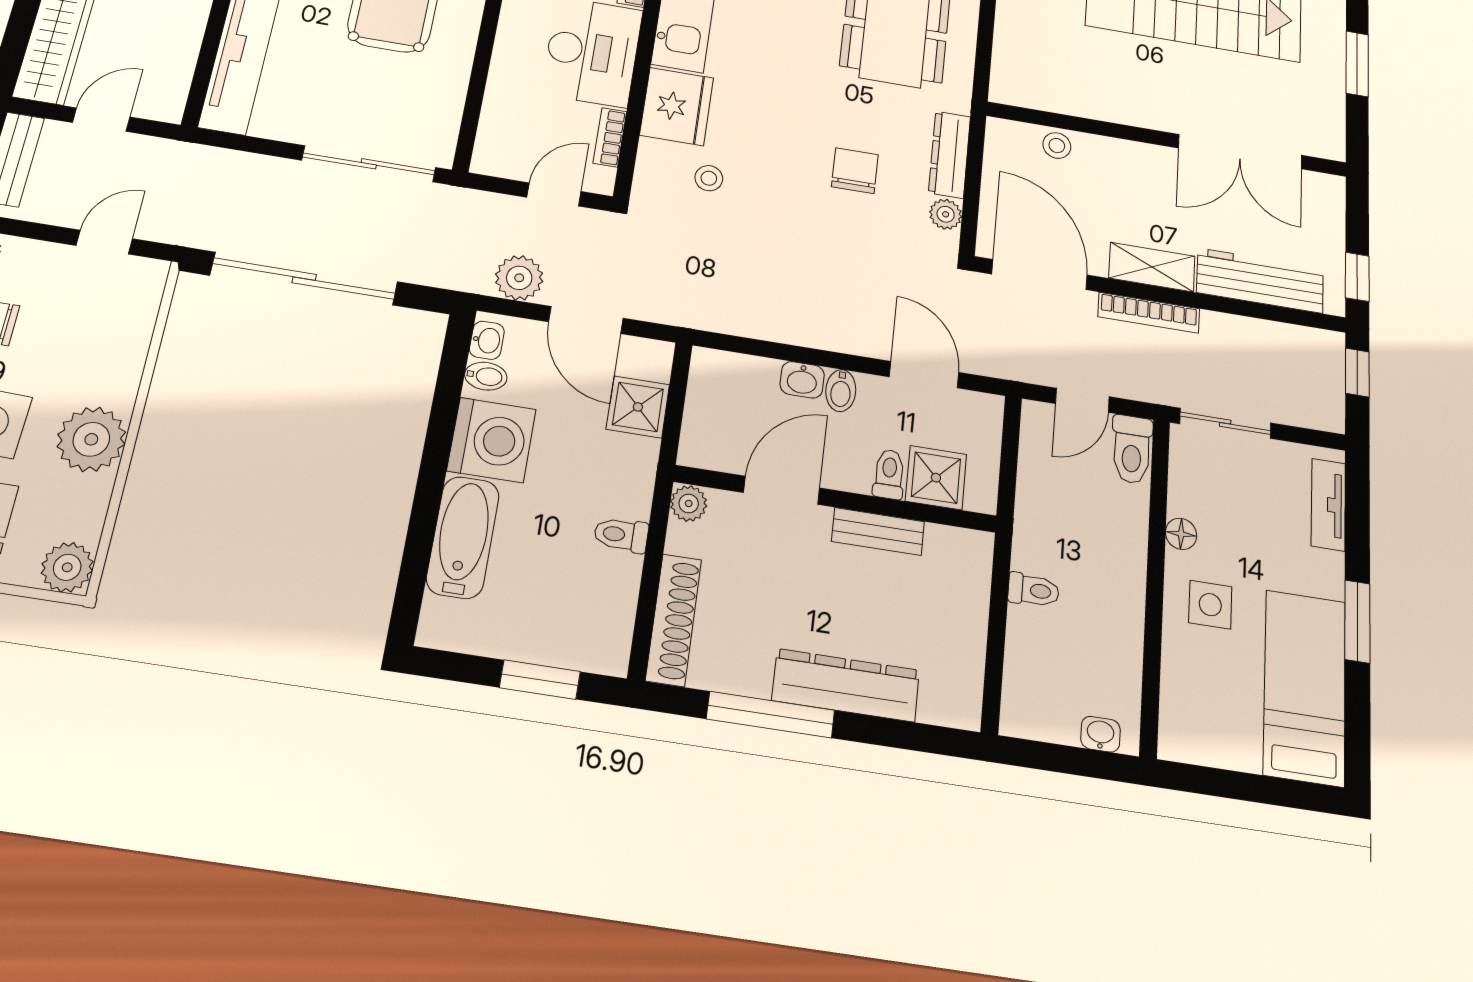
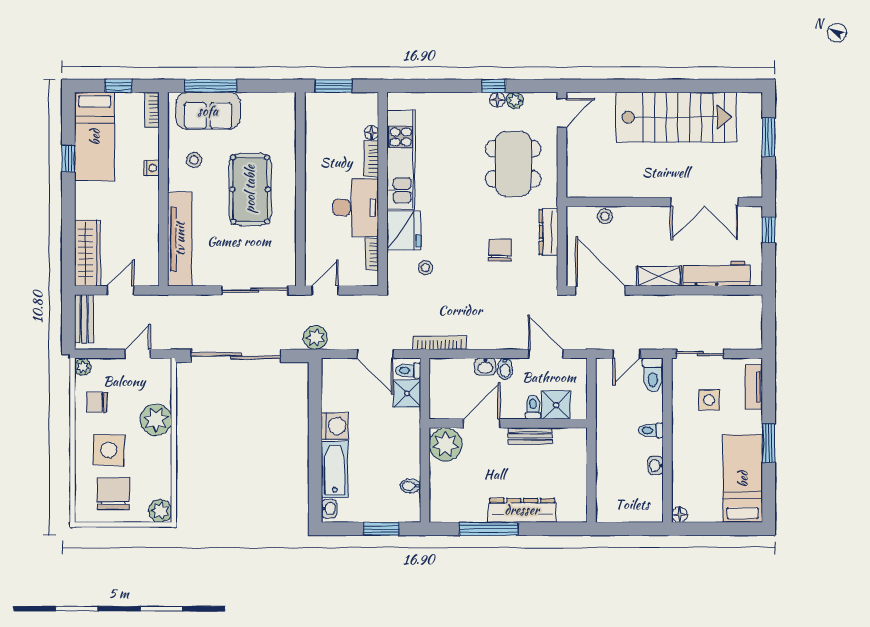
door: (554, 194) -> (325, 290), moved
plant: (946, 214) -> (549, 266), removed
window: (1357, 277) -> (769, 230), moved
plant: (519, 278) -> (315, 338), moved
bookcase: (1149, 313) -> (439, 343), moved, turned 180
washbasin: (487, 340) -> (329, 509), moved
window: (1357, 373) -> (769, 315), removed
bidet: (486, 376) -> (410, 486), moved, turned 180
plant: (91, 439) -> (156, 420), moved
washing machine: (491, 440) -> (335, 426), width x0.73, depth x0.73
plant: (689, 504) -> (446, 445), width x1.87, depth x1.87
floor lamp: (1181, 534) -> (679, 515), moved
toilet: (621, 535) -> (408, 370), moved
toilet: (1034, 590) -> (651, 430), moved, turned 180
side table: (1210, 605) -> (709, 400), moved
shoe rack: (674, 620) -> (438, 493), removed
washbasin: (1100, 734) -> (656, 466), moved, turned -90

